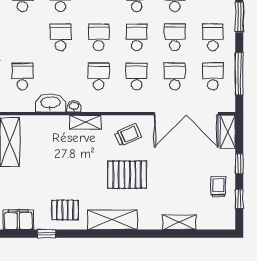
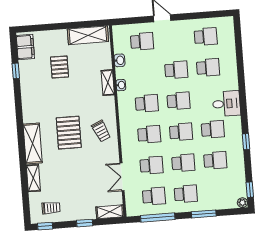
washbasin: (51, 103) -> (120, 60), width x0.52, depth x0.69
double door: (186, 114) -> (122, 177), width x0.54
shelving: (85, 122) -> (108, 83), moved
trolley: (218, 187) -> (51, 208), moved
window: (239, 199) -> (45, 226), moved
pallet: (65, 210) -> (60, 67), moved
shelving: (112, 220) -> (33, 143), moved

